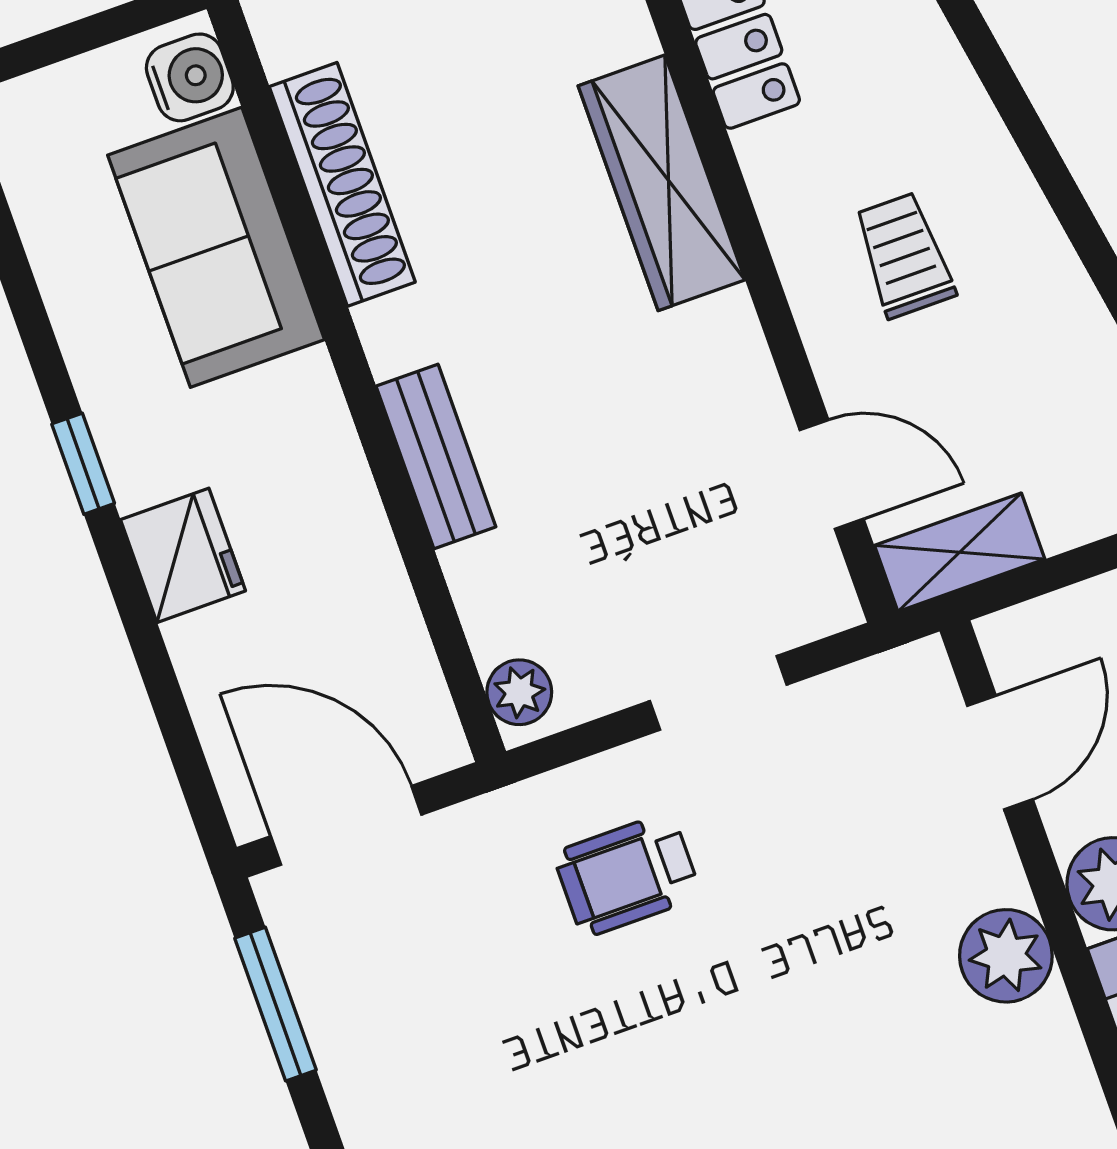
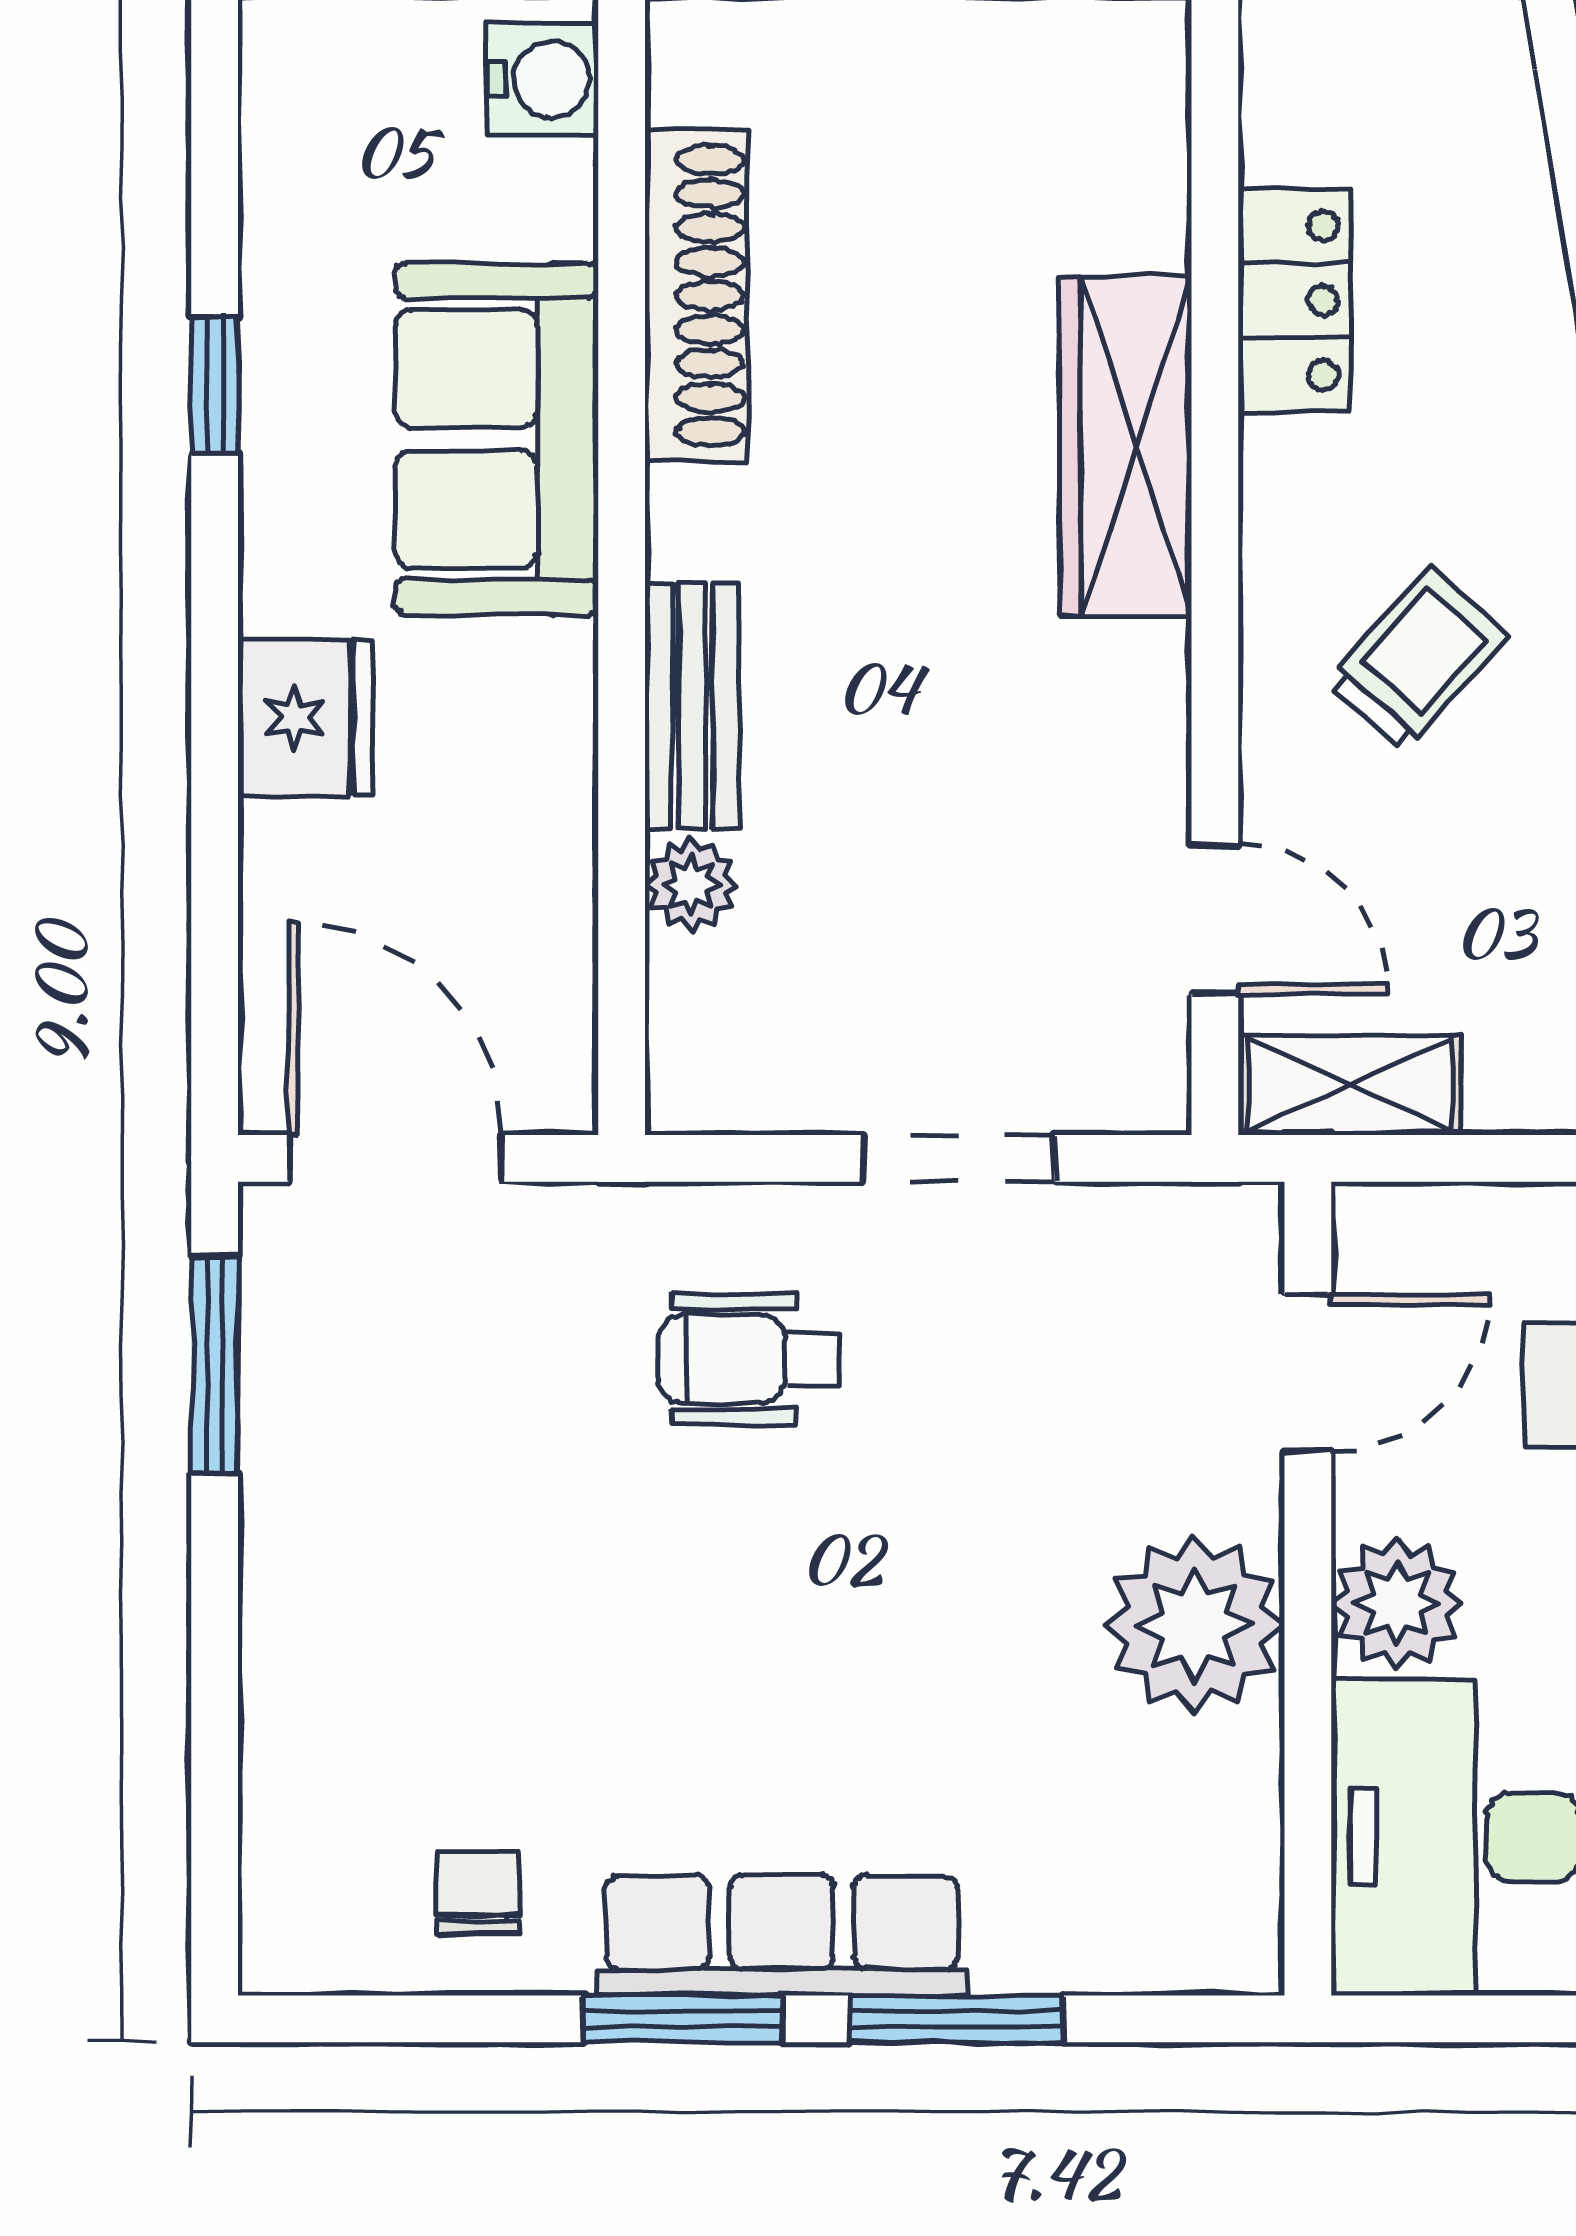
sofa: (216, 247) -> (497, 439), moved
trolley: (904, 255) -> (1417, 660), turned 42
window: (83, 464) -> (215, 384), moved
plant: (519, 692) -> (691, 885), moved
plant: (1006, 956) -> (1195, 1625), width x1.36, depth x1.36

